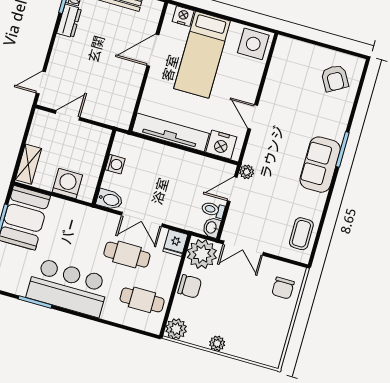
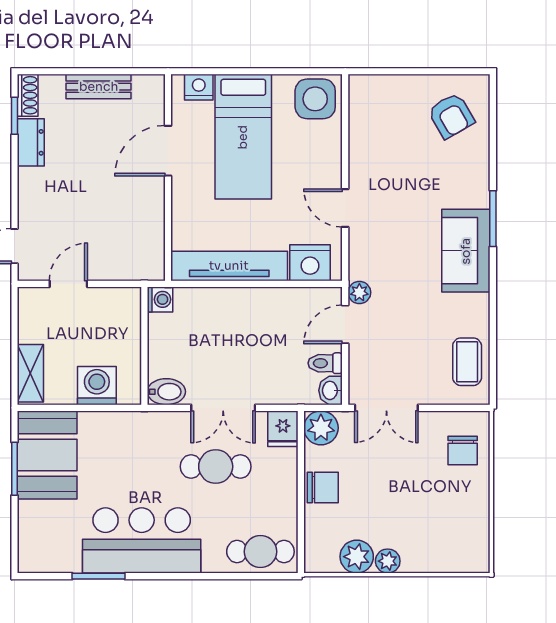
washing machine: (115, 164) -> (160, 299), moved
plant: (202, 254) -> (321, 428), width x0.73, depth x0.73
cafe table: (142, 300) -> (260, 552), moved
plant: (176, 329) -> (357, 557), moved

